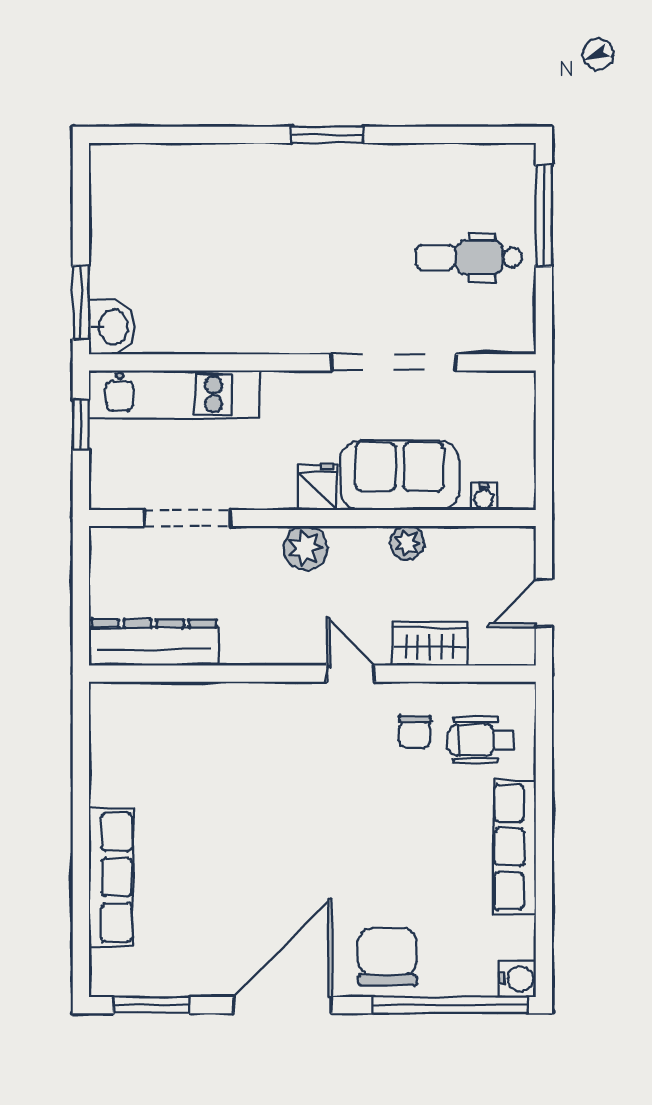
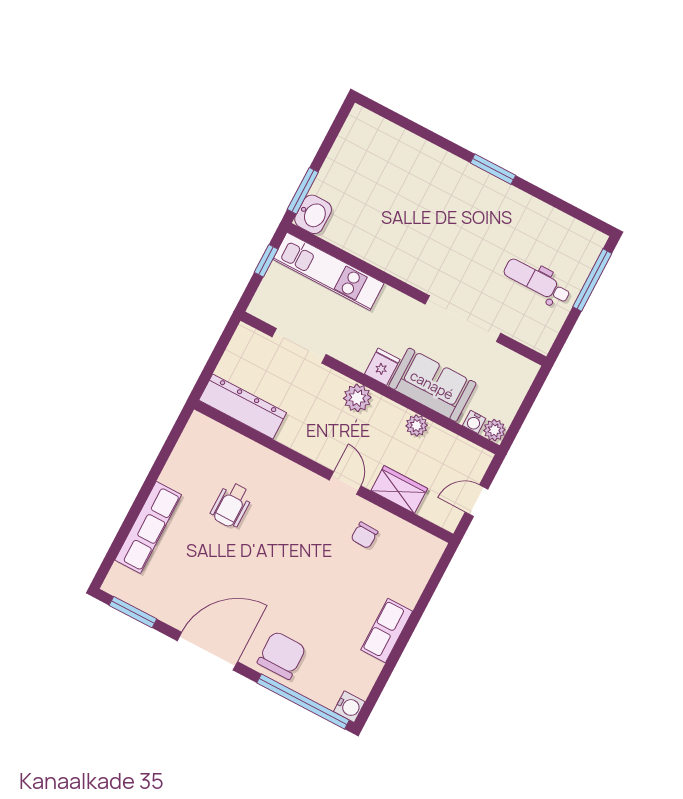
plant: (518, 493) -> (494, 430), added
wheelchair: (481, 740) -> (231, 505), moved, turned -90
row of seats: (514, 847) -> (387, 631), width x0.68

